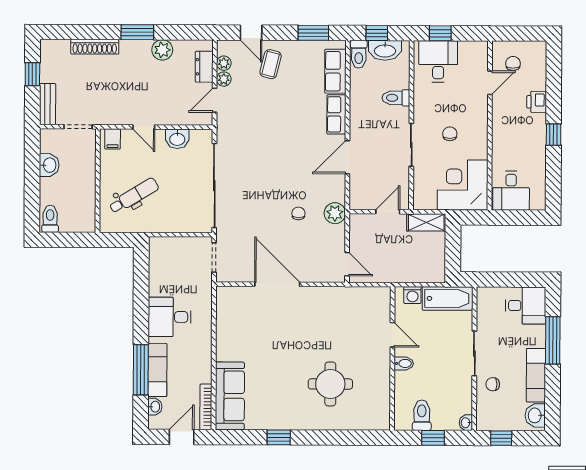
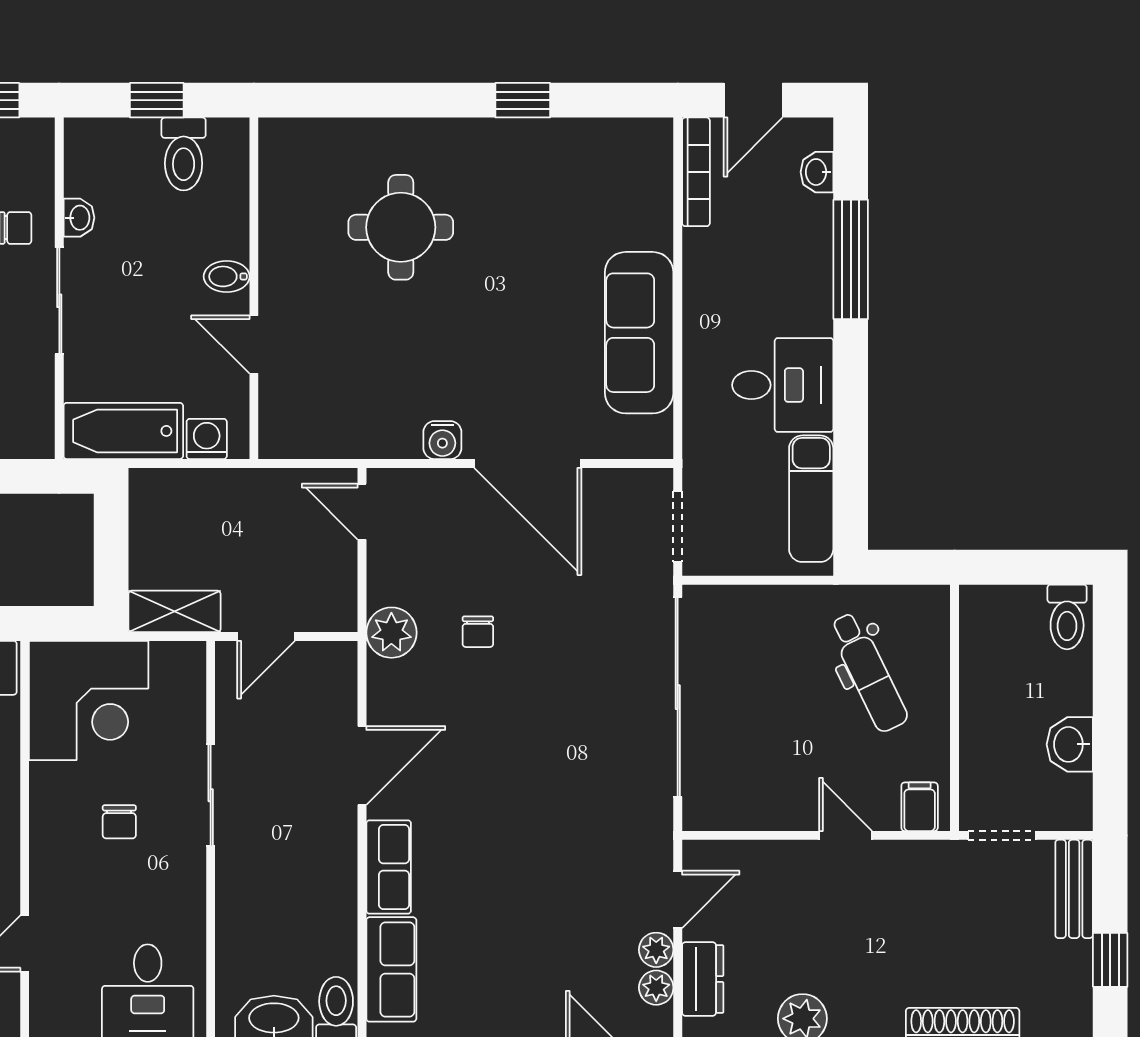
coffee table: (271, 64) -> (545, 986), removed
toilet: (396, 98) -> (248, 907), removed
washbasin: (177, 139) -> (766, 808), removed
dental chair: (134, 196) -> (868, 672), turned -85
water cooler: (313, 294) -> (442, 440), added
exam couch: (157, 370) -> (811, 499), moved
sofa: (230, 396) -> (639, 333), moved
washbasin: (466, 423) -> (79, 218), moved

